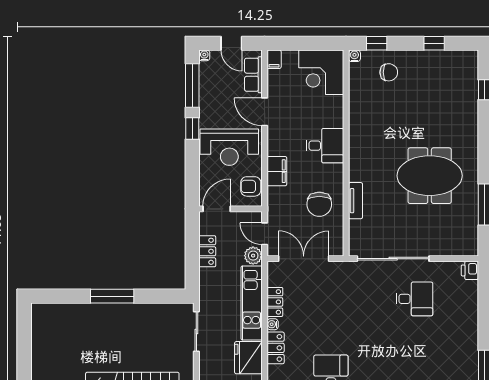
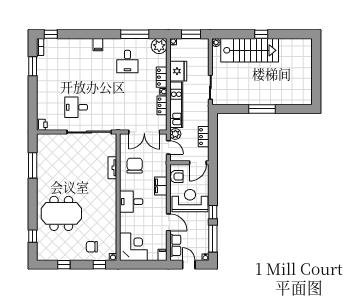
meeting table: (430, 176) -> (61, 213), moved

